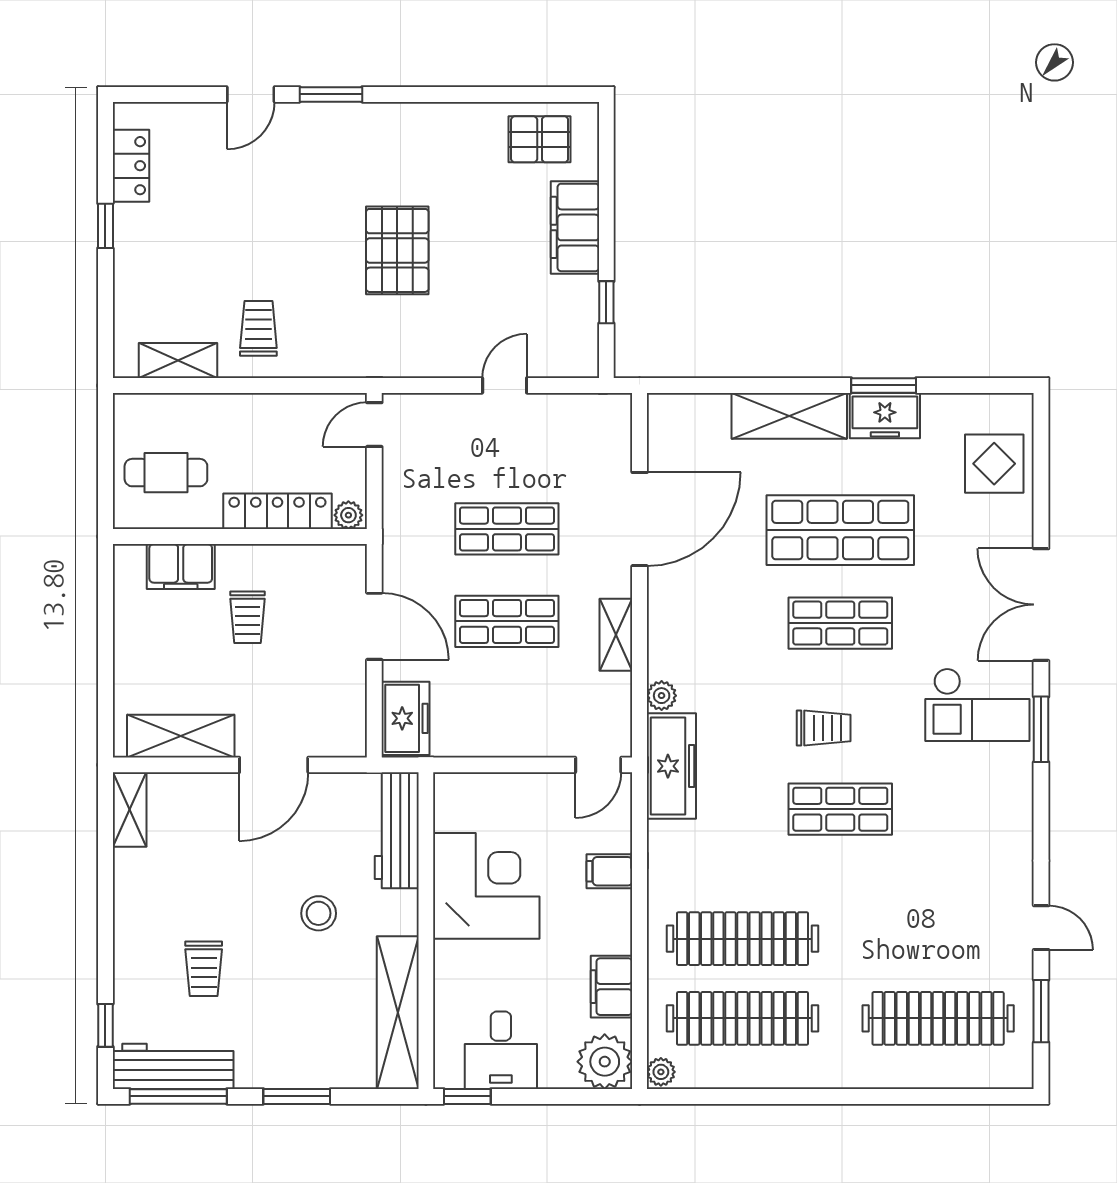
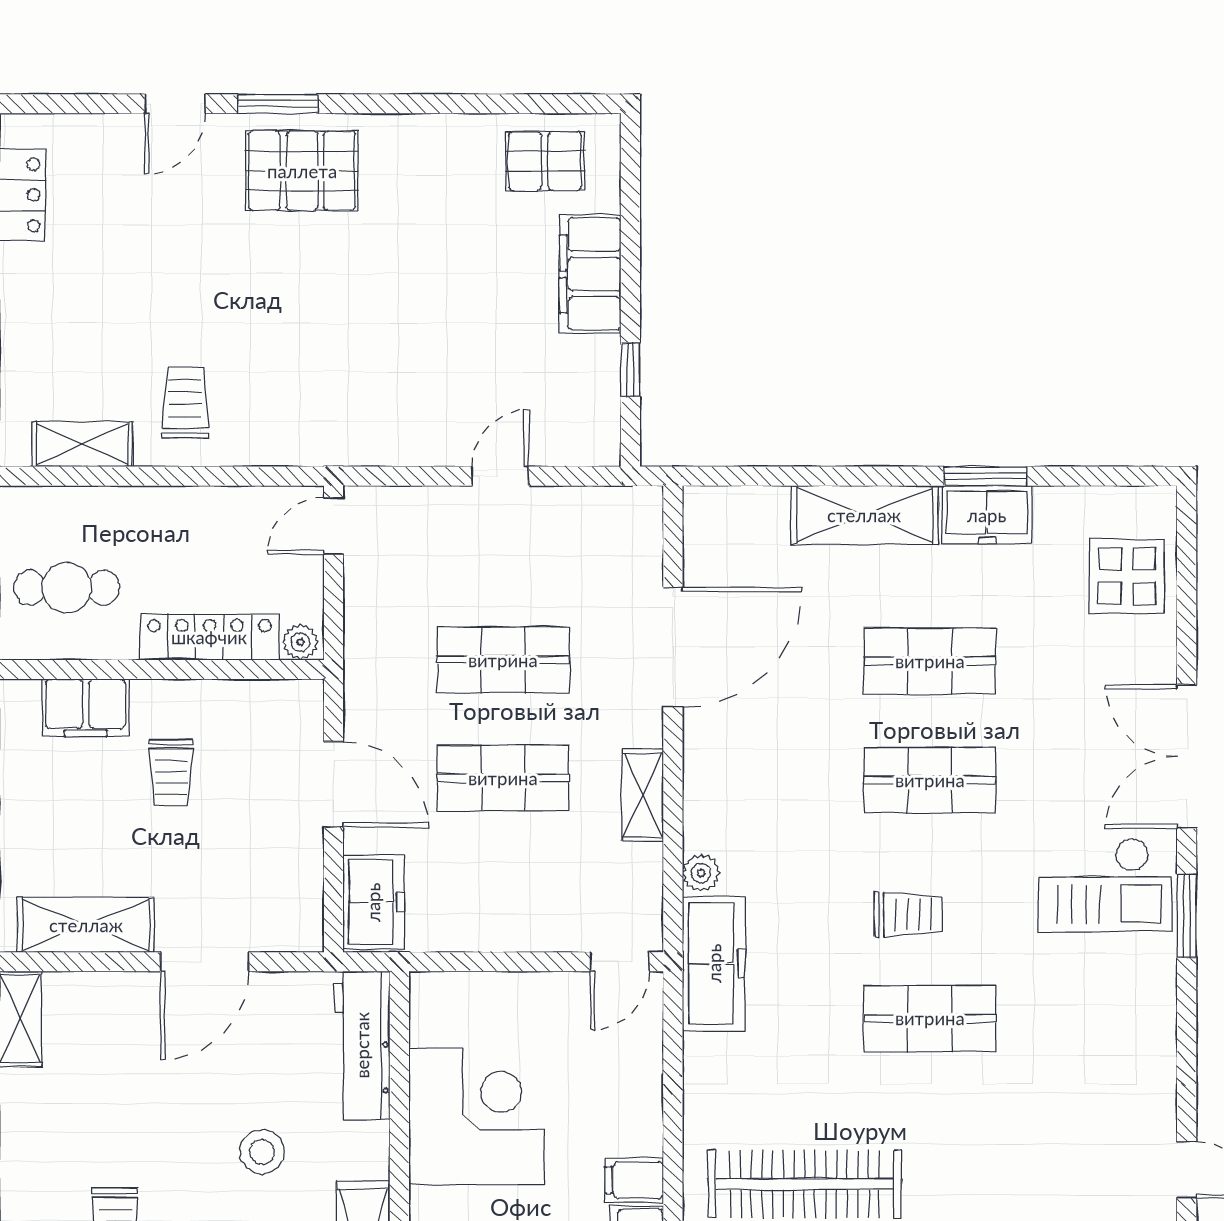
pallet: (397, 250) -> (302, 171), moved, turned 90
shop shelf: (840, 530) -> (930, 661), width x0.70, depth x0.74
filing cabinet: (609, 871) -> (634, 1180), moved

